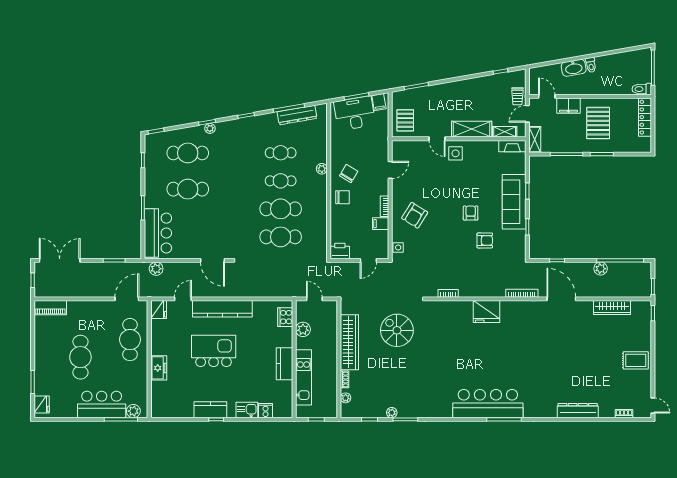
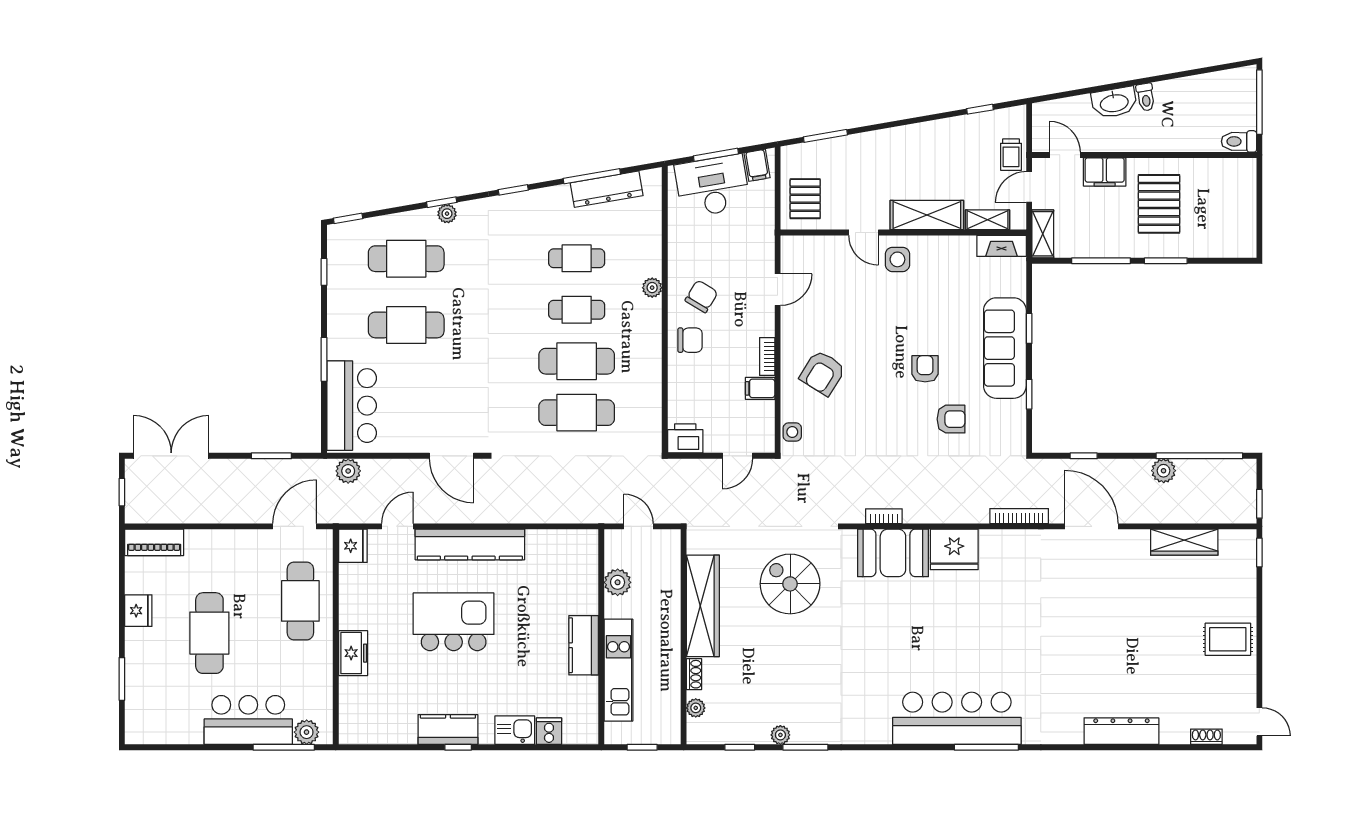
locker: (645, 117) -> (1245, 193), removed
booth: (453, 313) -> (893, 553), added
cooker: (285, 317) -> (585, 560), removed
fridge: (42, 405) -> (138, 611), moved

